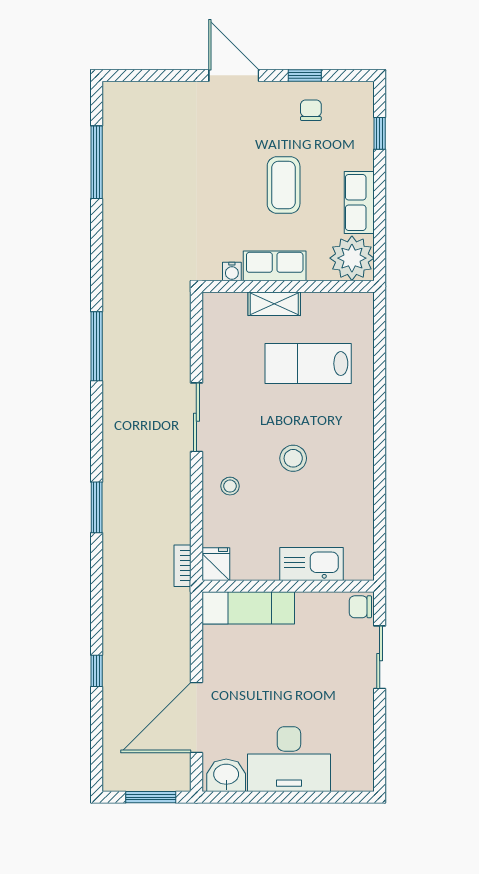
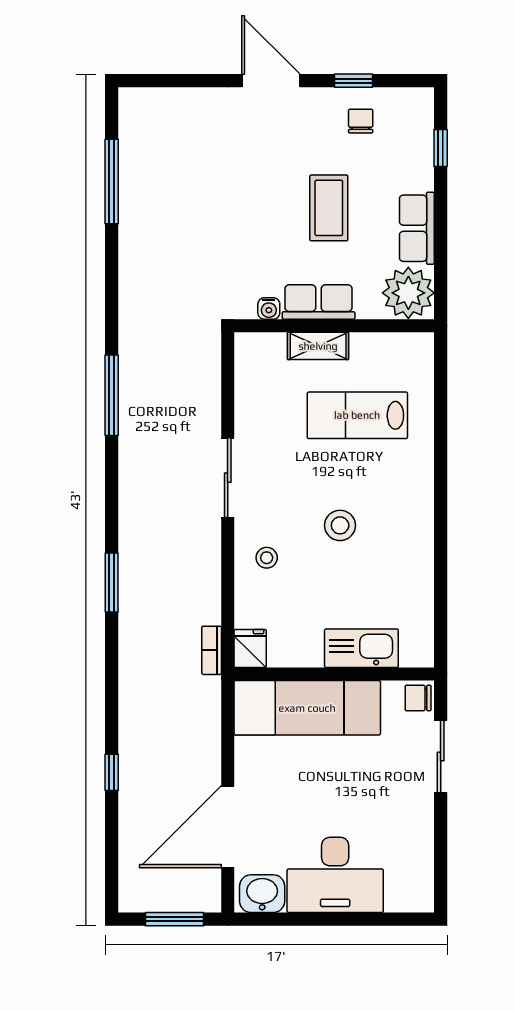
exam couch: (248, 608) -> (307, 708), width x1.36, depth x1.45

